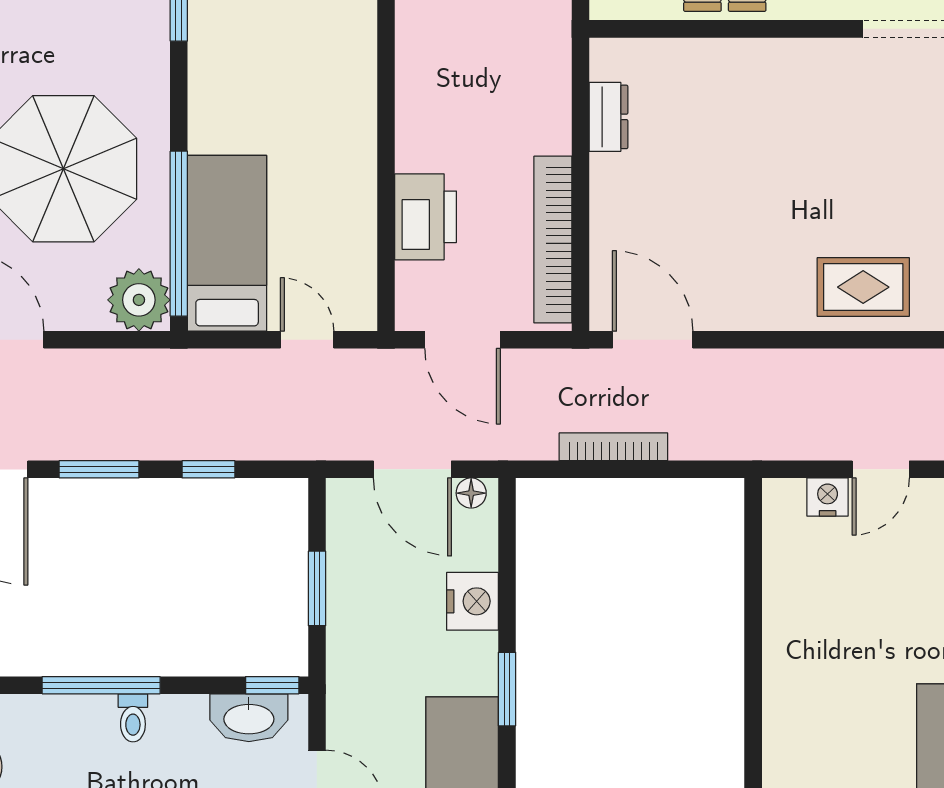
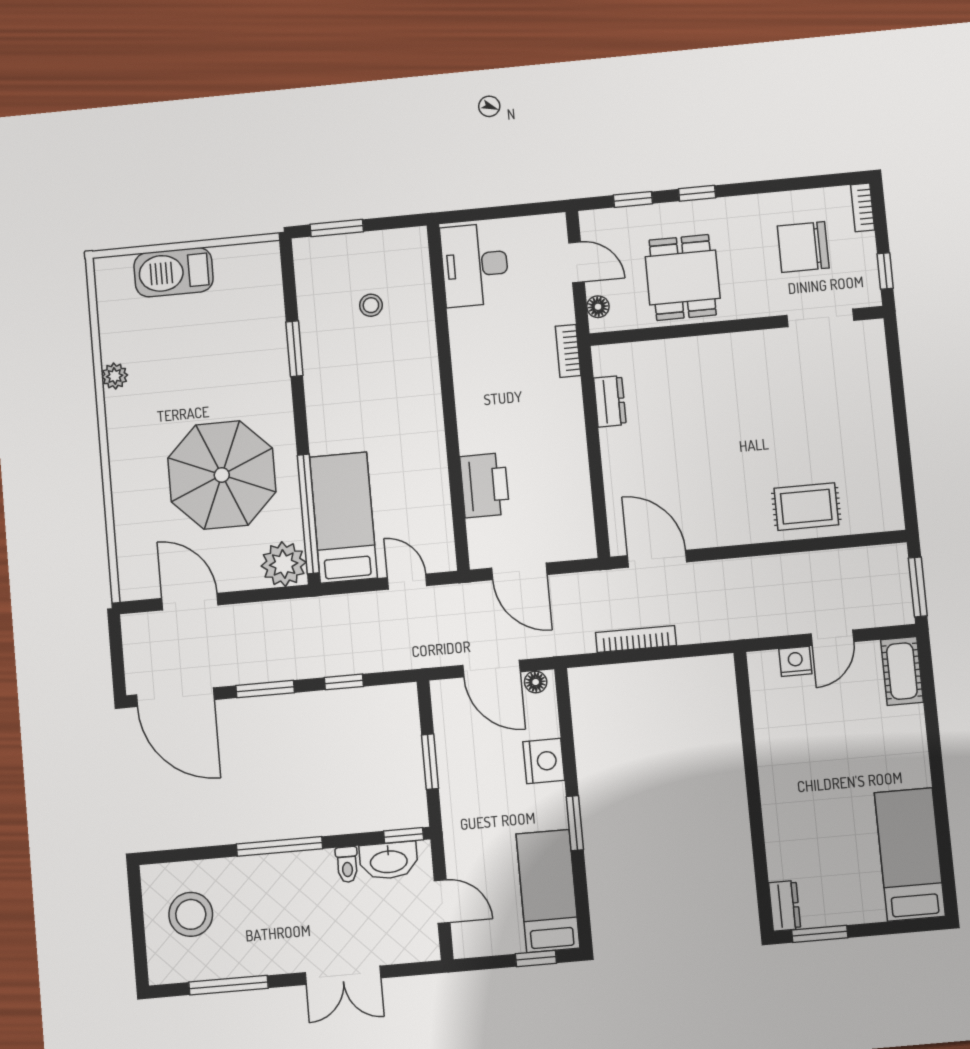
bookcase: (553, 240) -> (568, 351), moved, width x0.43, depth x0.76
toilet: (133, 718) -> (347, 865), moved

